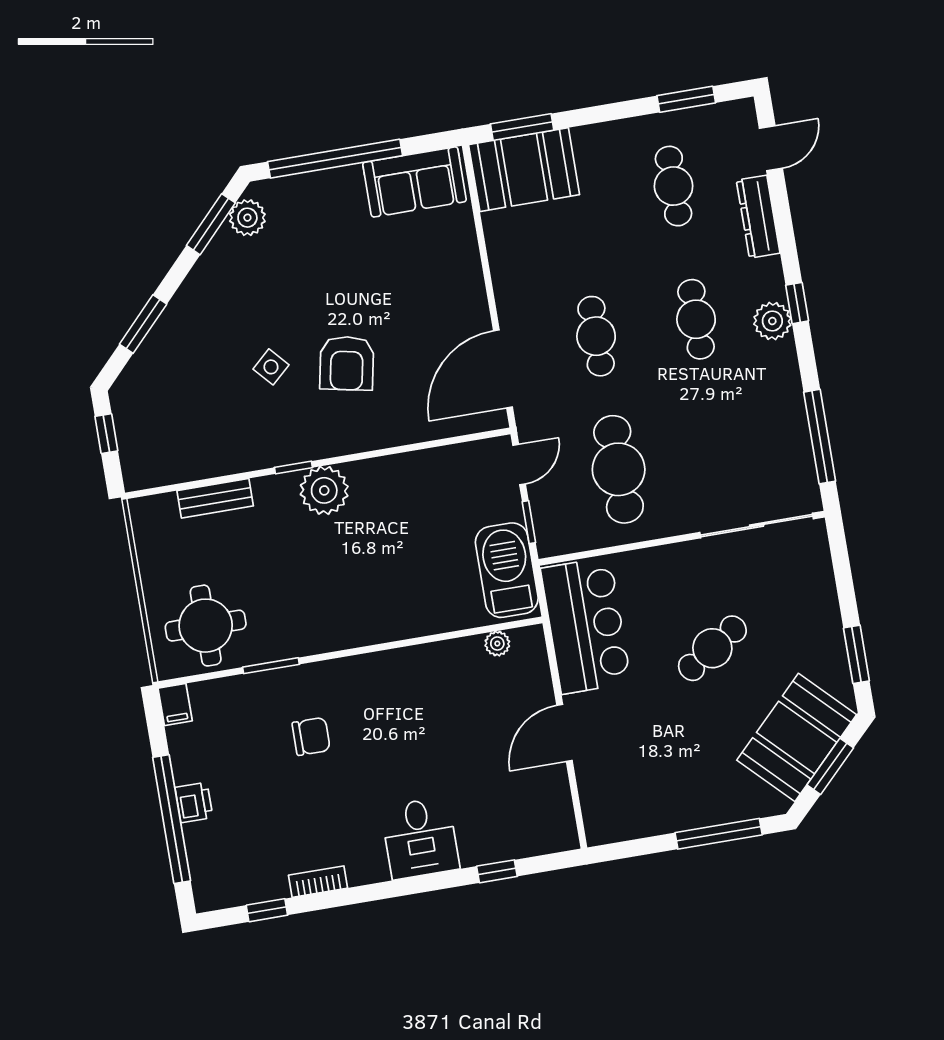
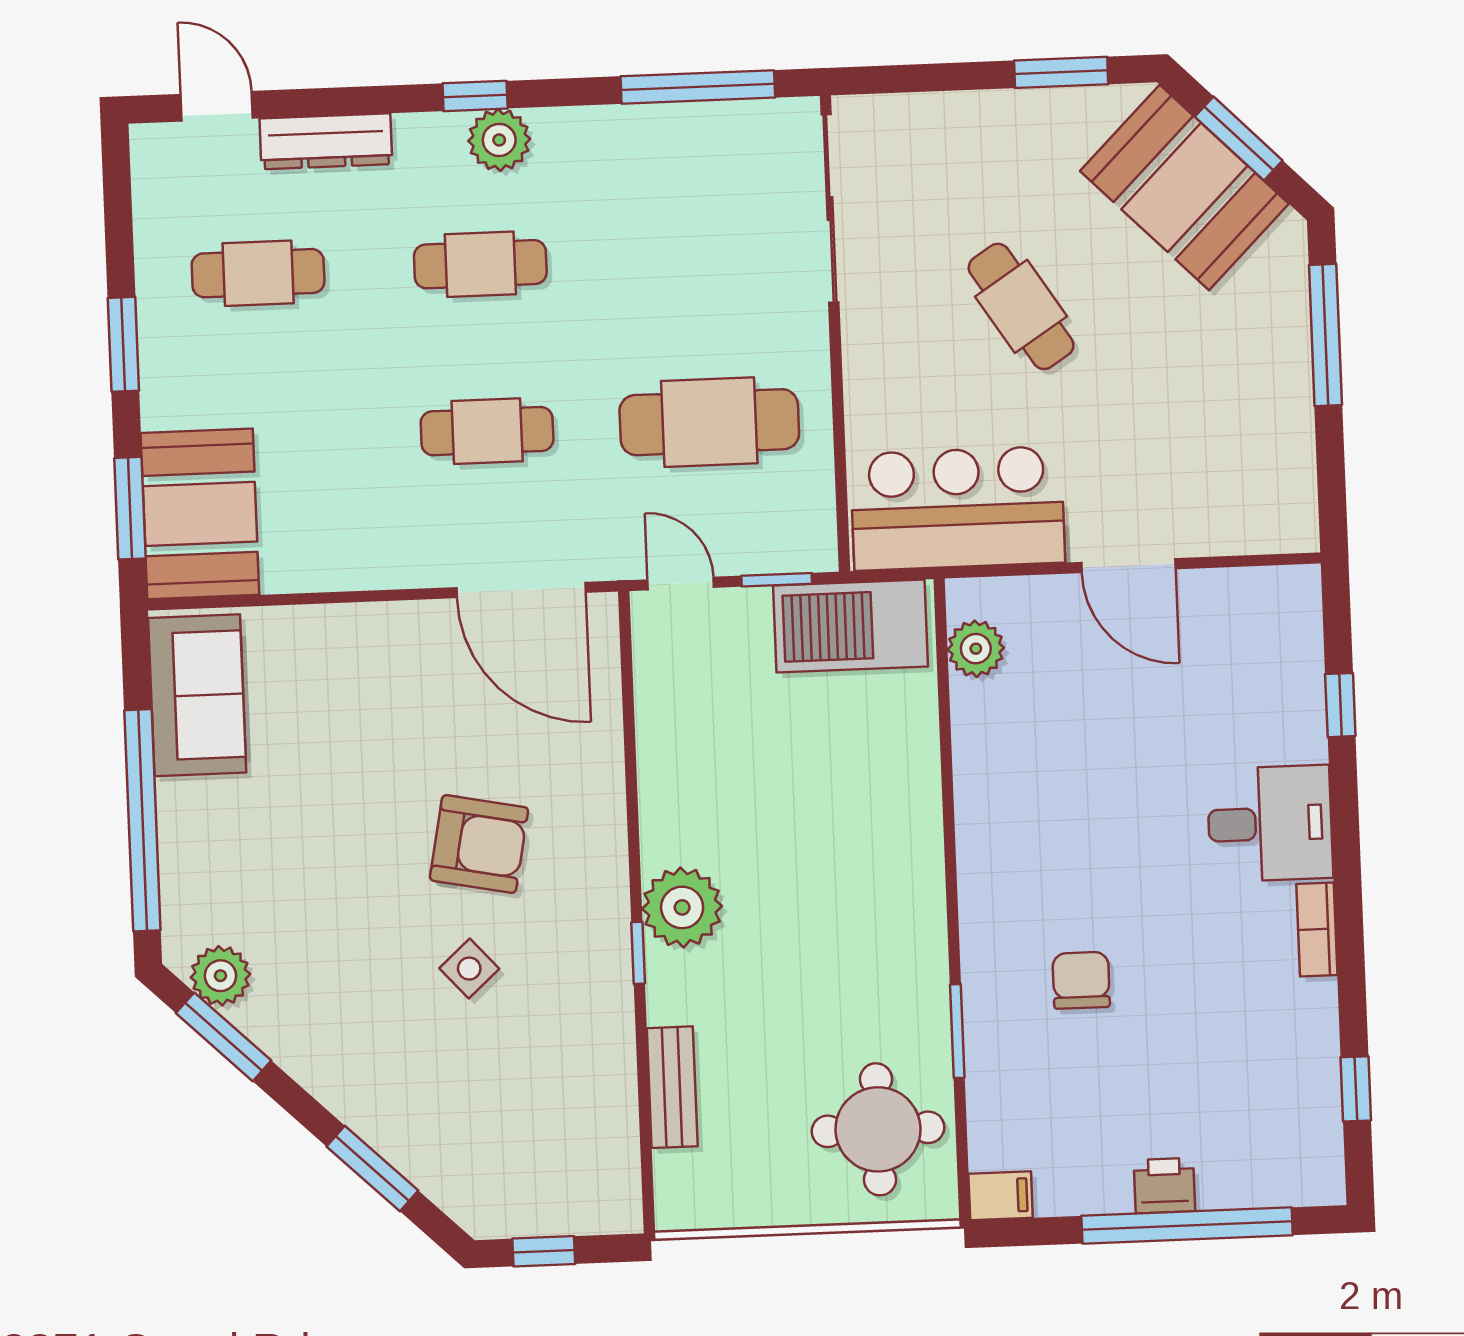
window: (686, 99) -> (123, 344), moved
plant: (497, 644) -> (976, 649), width x1.38, depth x1.38
bookcase: (318, 882) -> (1317, 929), moved

